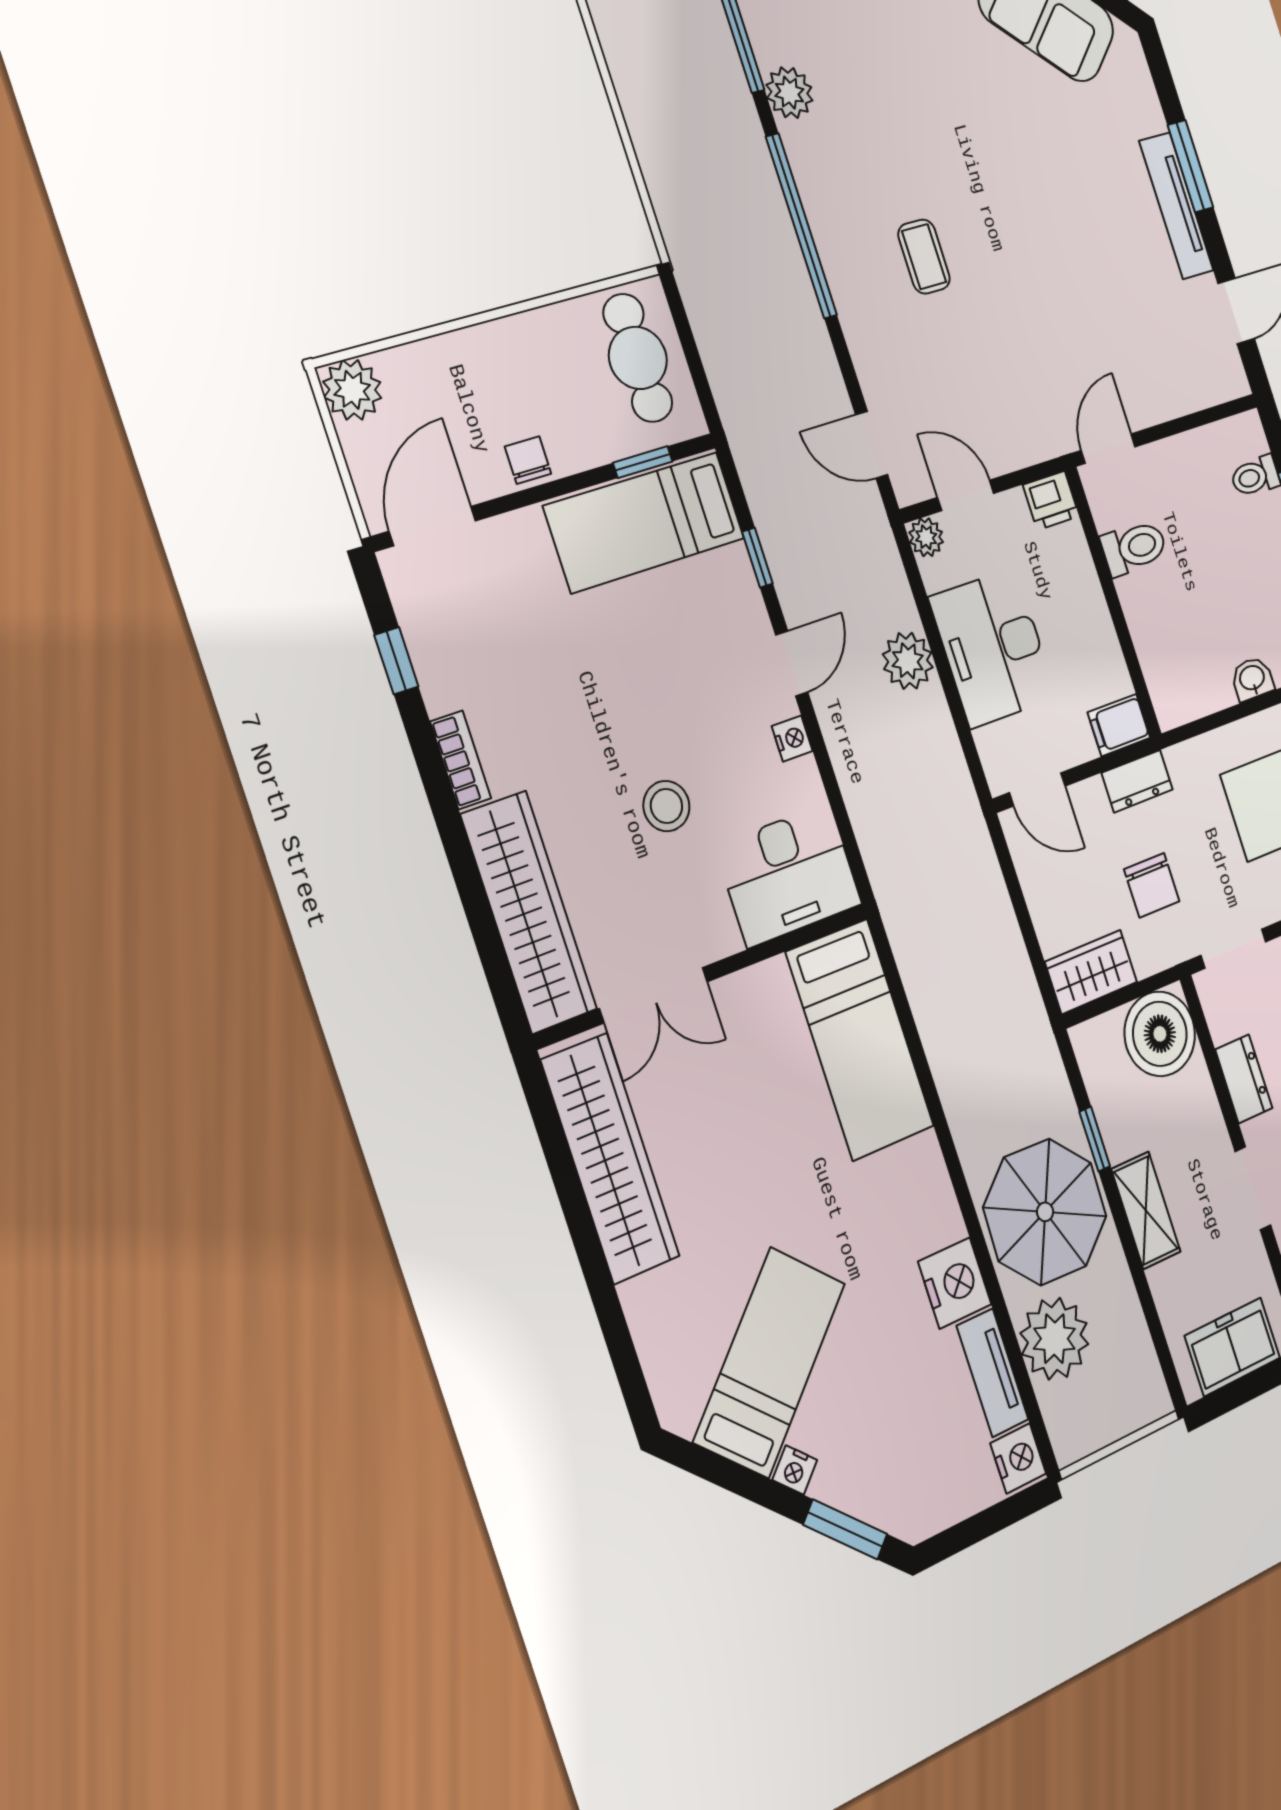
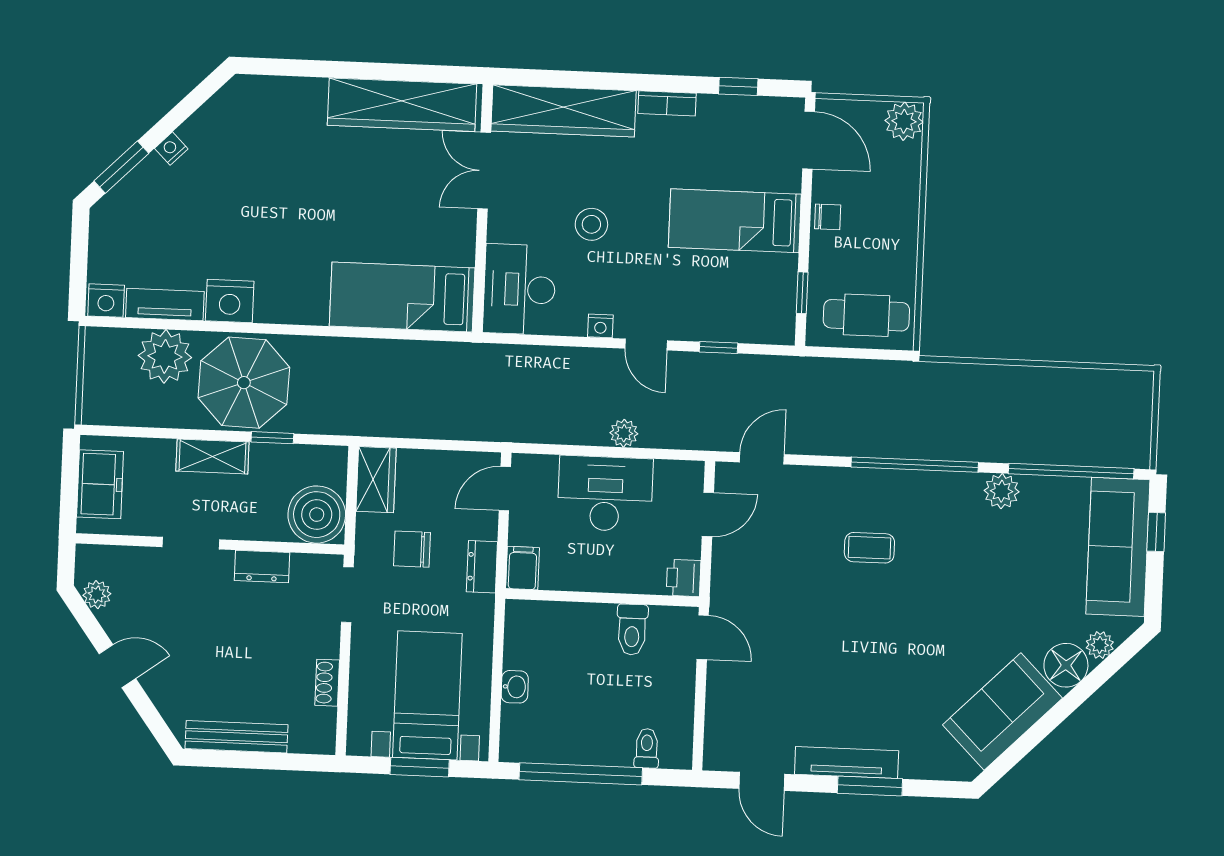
bed: (645, 522) -> (735, 221), moved, turned -90
plant: (926, 537) -> (691, 474), removed
plant: (908, 661) -> (624, 433), width x0.73, depth x0.73
bed: (770, 1362) -> (240, 158), removed

